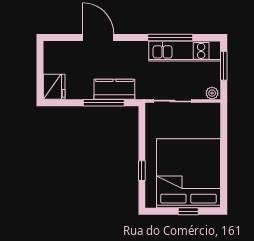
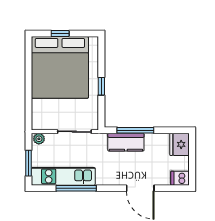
dishwasher: (54, 49) -> (180, 178), added
window: (142, 171) -> (101, 86), moved

